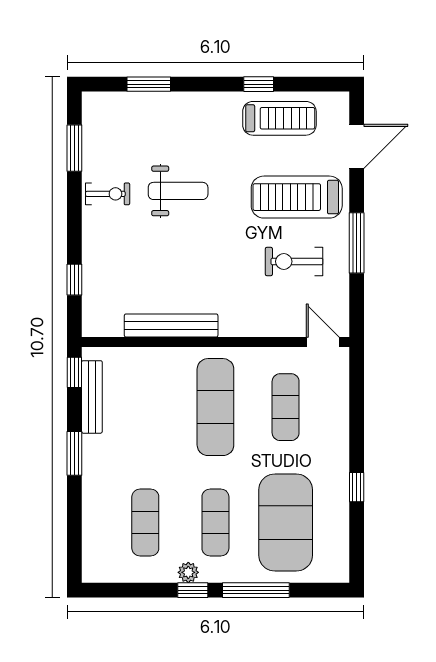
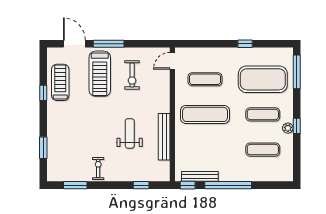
weight bench: (178, 191) -> (130, 133), moved
window: (357, 243) -> (109, 44), moved
window: (74, 453) -> (228, 185), width x2.11
window: (256, 590) -> (297, 72), moved

